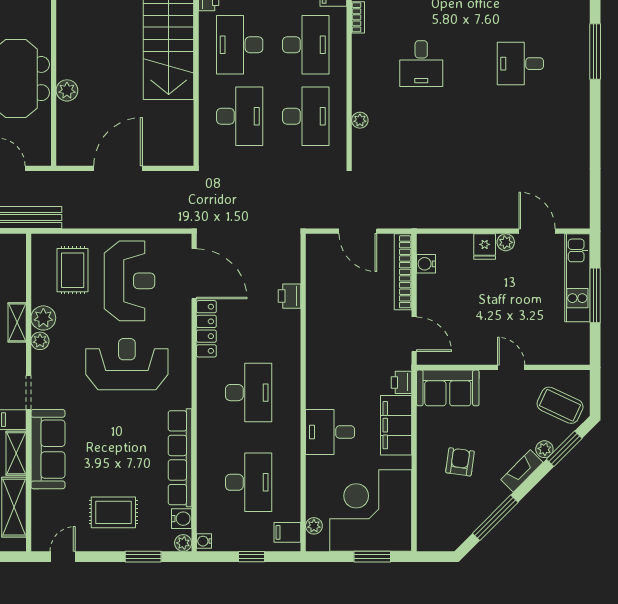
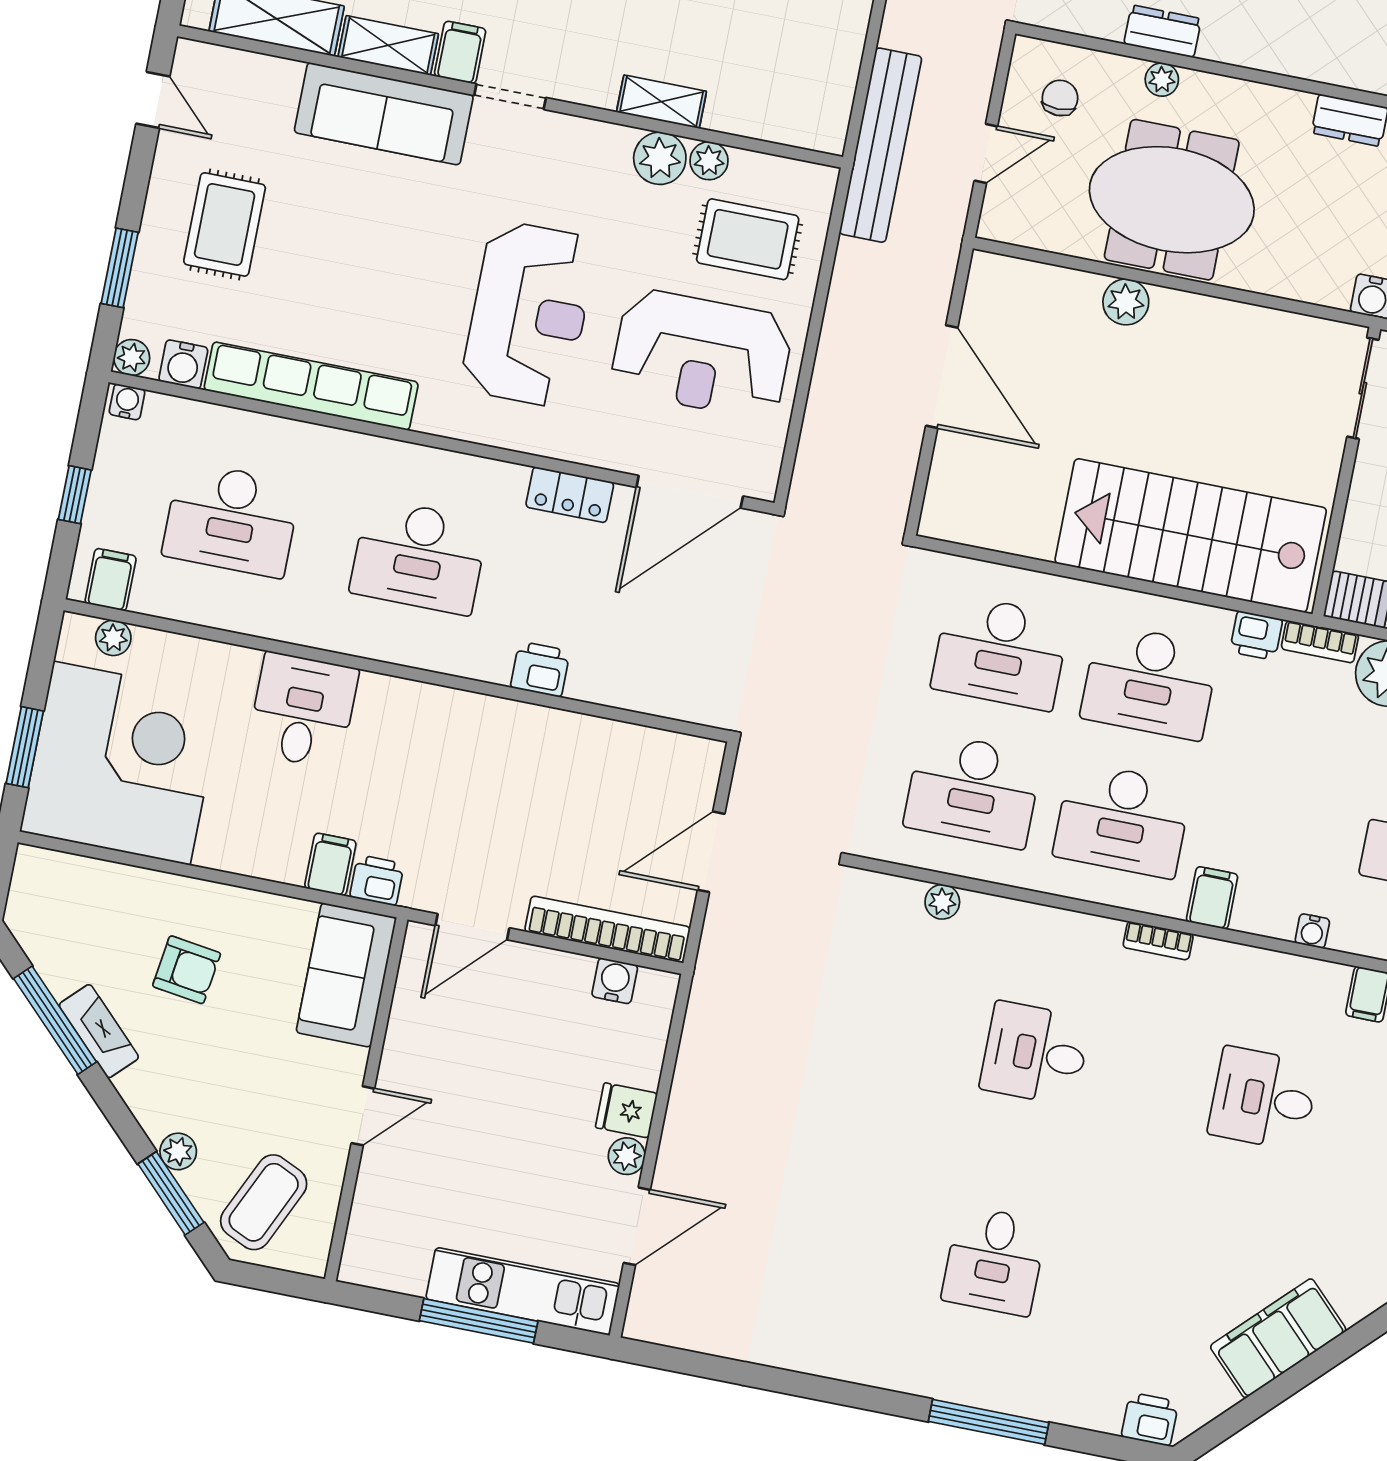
desk: (240, 45) -> (1150, 682), turned 180
desk: (520, 64) -> (994, 1261), turned 180
printer: (289, 296) -> (540, 669), moved
locker: (206, 329) -> (570, 495), width x0.66
plant: (40, 341) -> (709, 161), moved
filing cabinet: (396, 425) -> (330, 864), width x0.33, depth x0.86
fireplace: (522, 471) -> (99, 1031), moved

